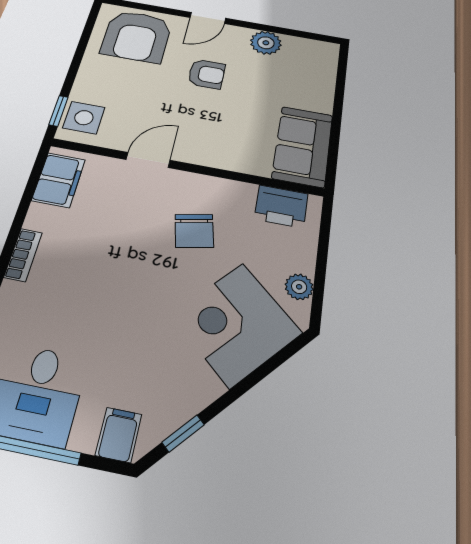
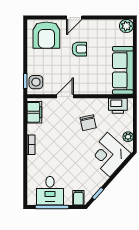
plant: (266, 43) -> (126, 26), moved
sofa: (303, 146) -> (123, 70), width x1.36

